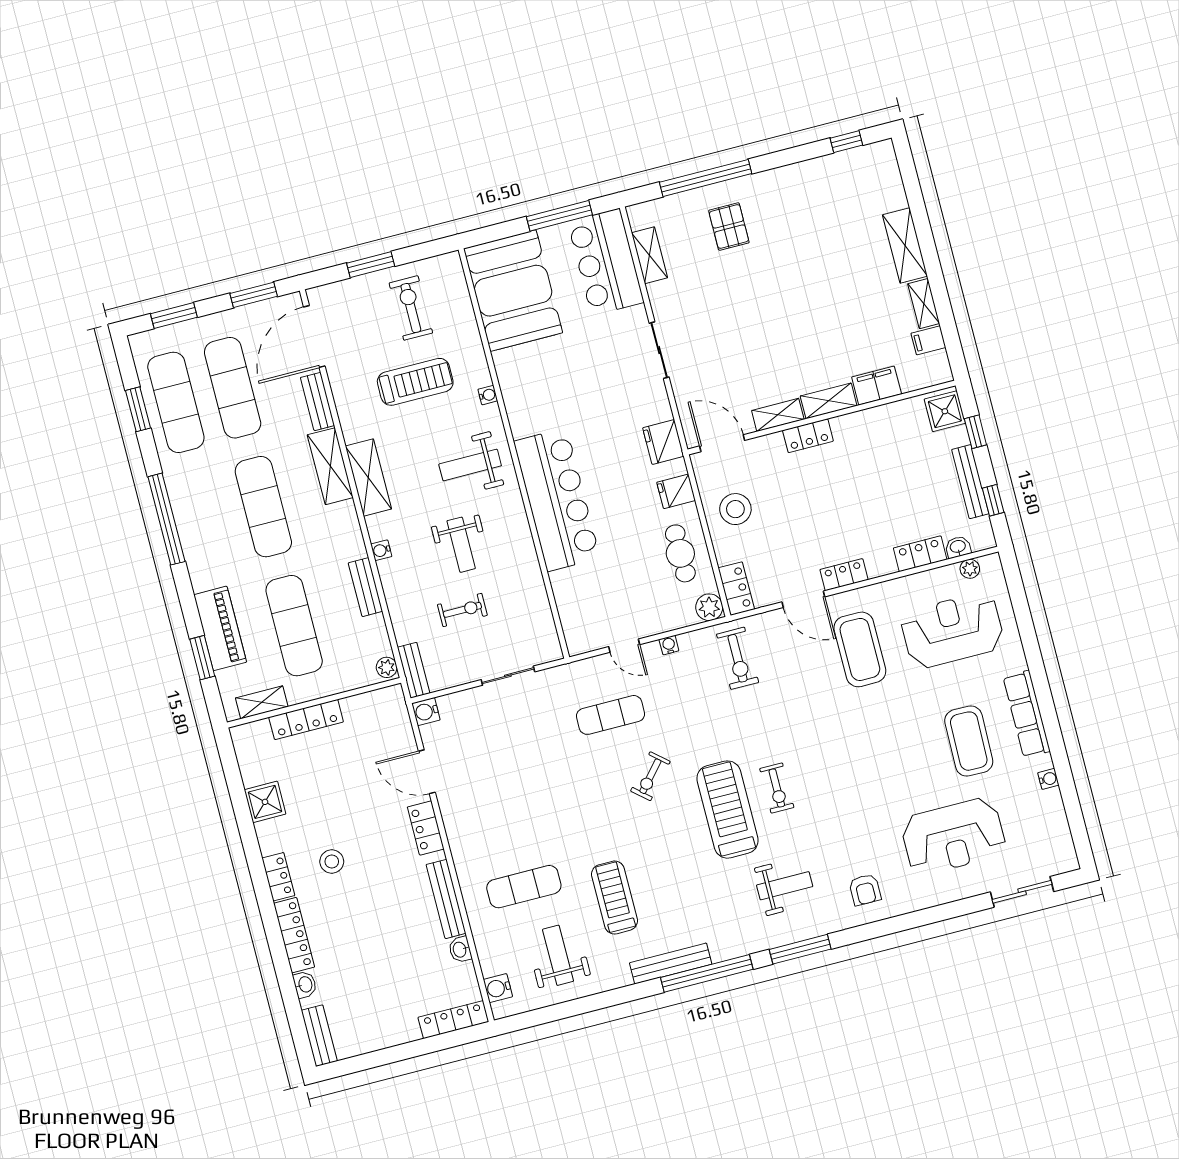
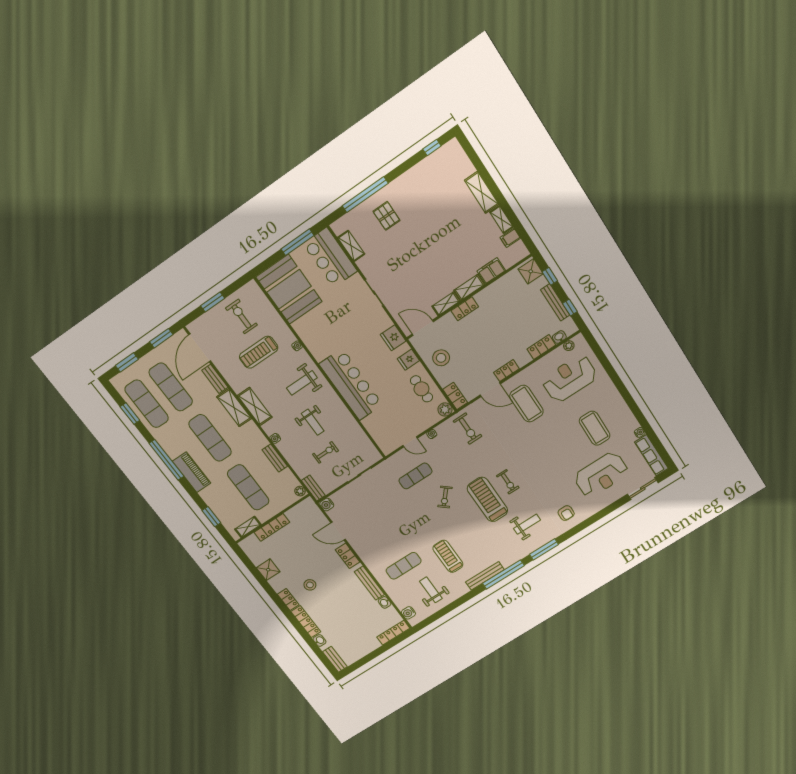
treadmill: (415, 382) -> (259, 352), turned 180
piano: (220, 628) -> (192, 472), moved
row of seats: (1027, 714) -> (651, 455), moved

